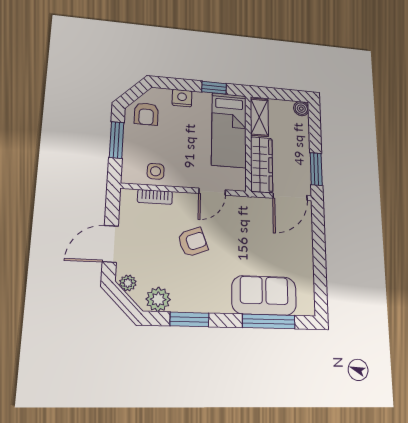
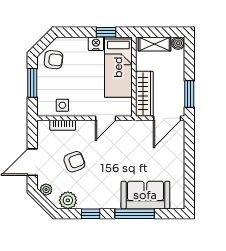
nightstand: (182, 98) -> (96, 44), moved
armchair: (146, 114) -> (53, 60), turned -84
shelving: (259, 117) -> (155, 44), moved, turned 90
armchair: (193, 242) -> (74, 162), moved
window: (190, 319) -> (91, 214), width x0.67
window: (269, 321) -> (135, 214), moved

